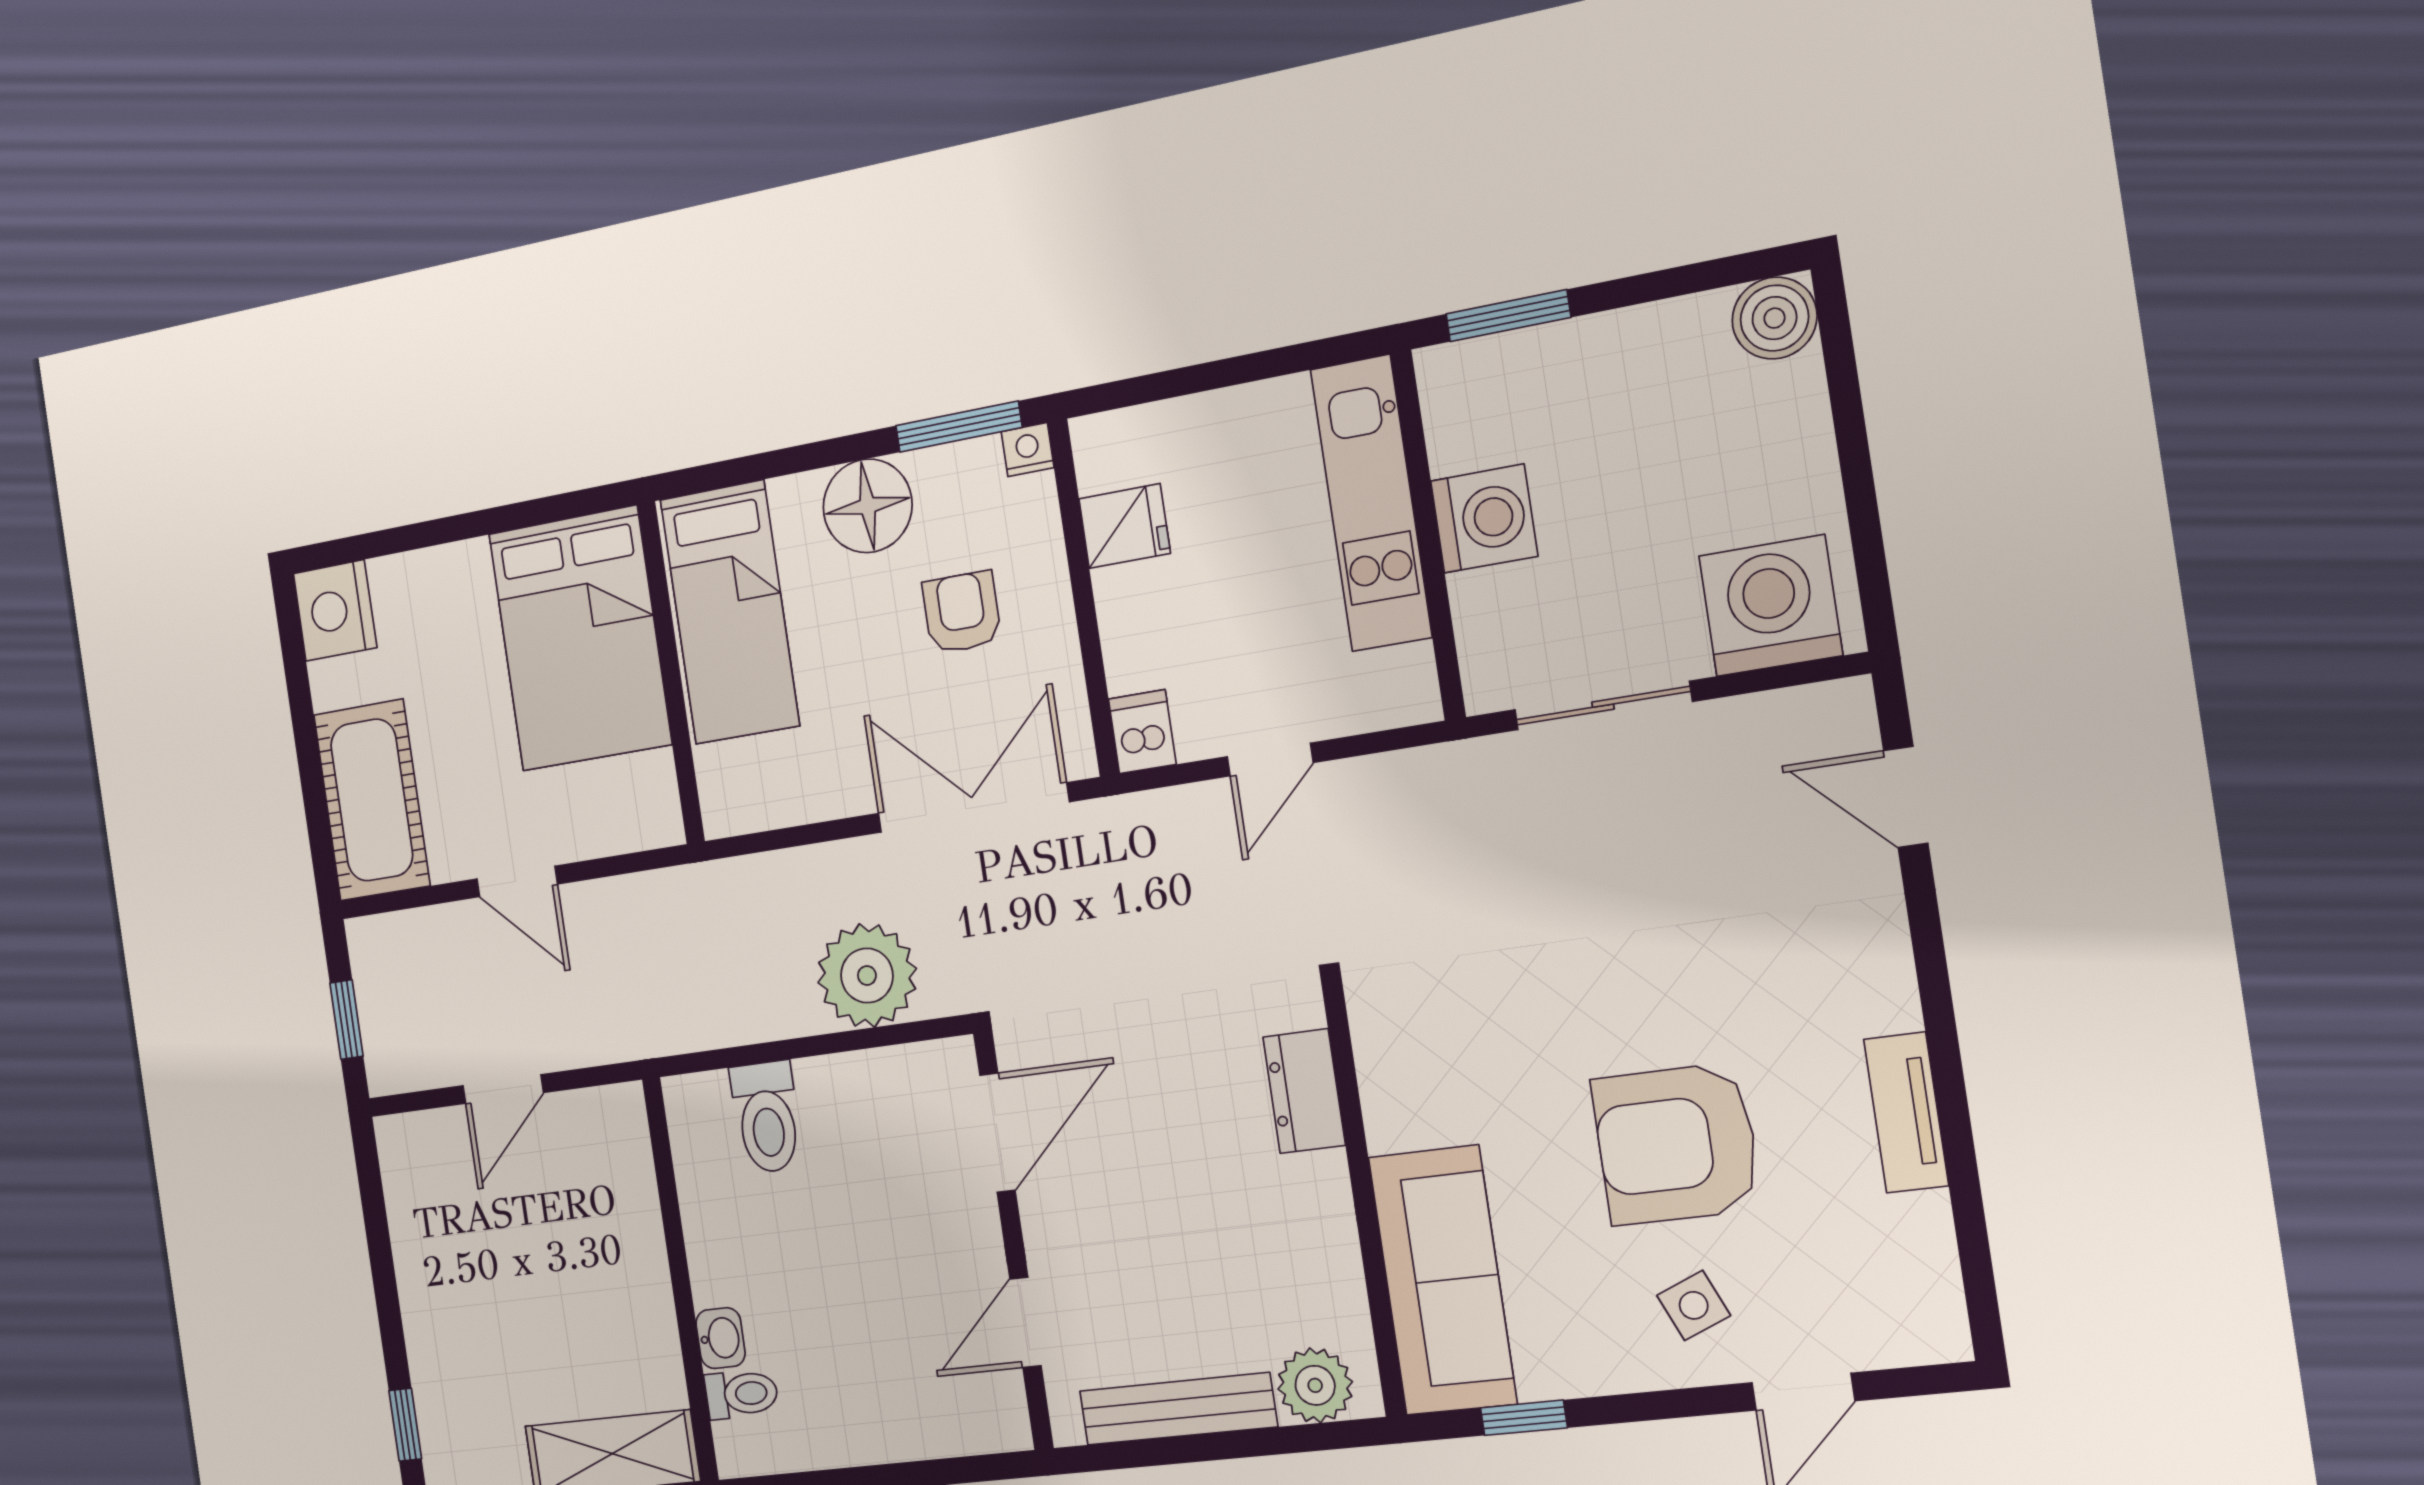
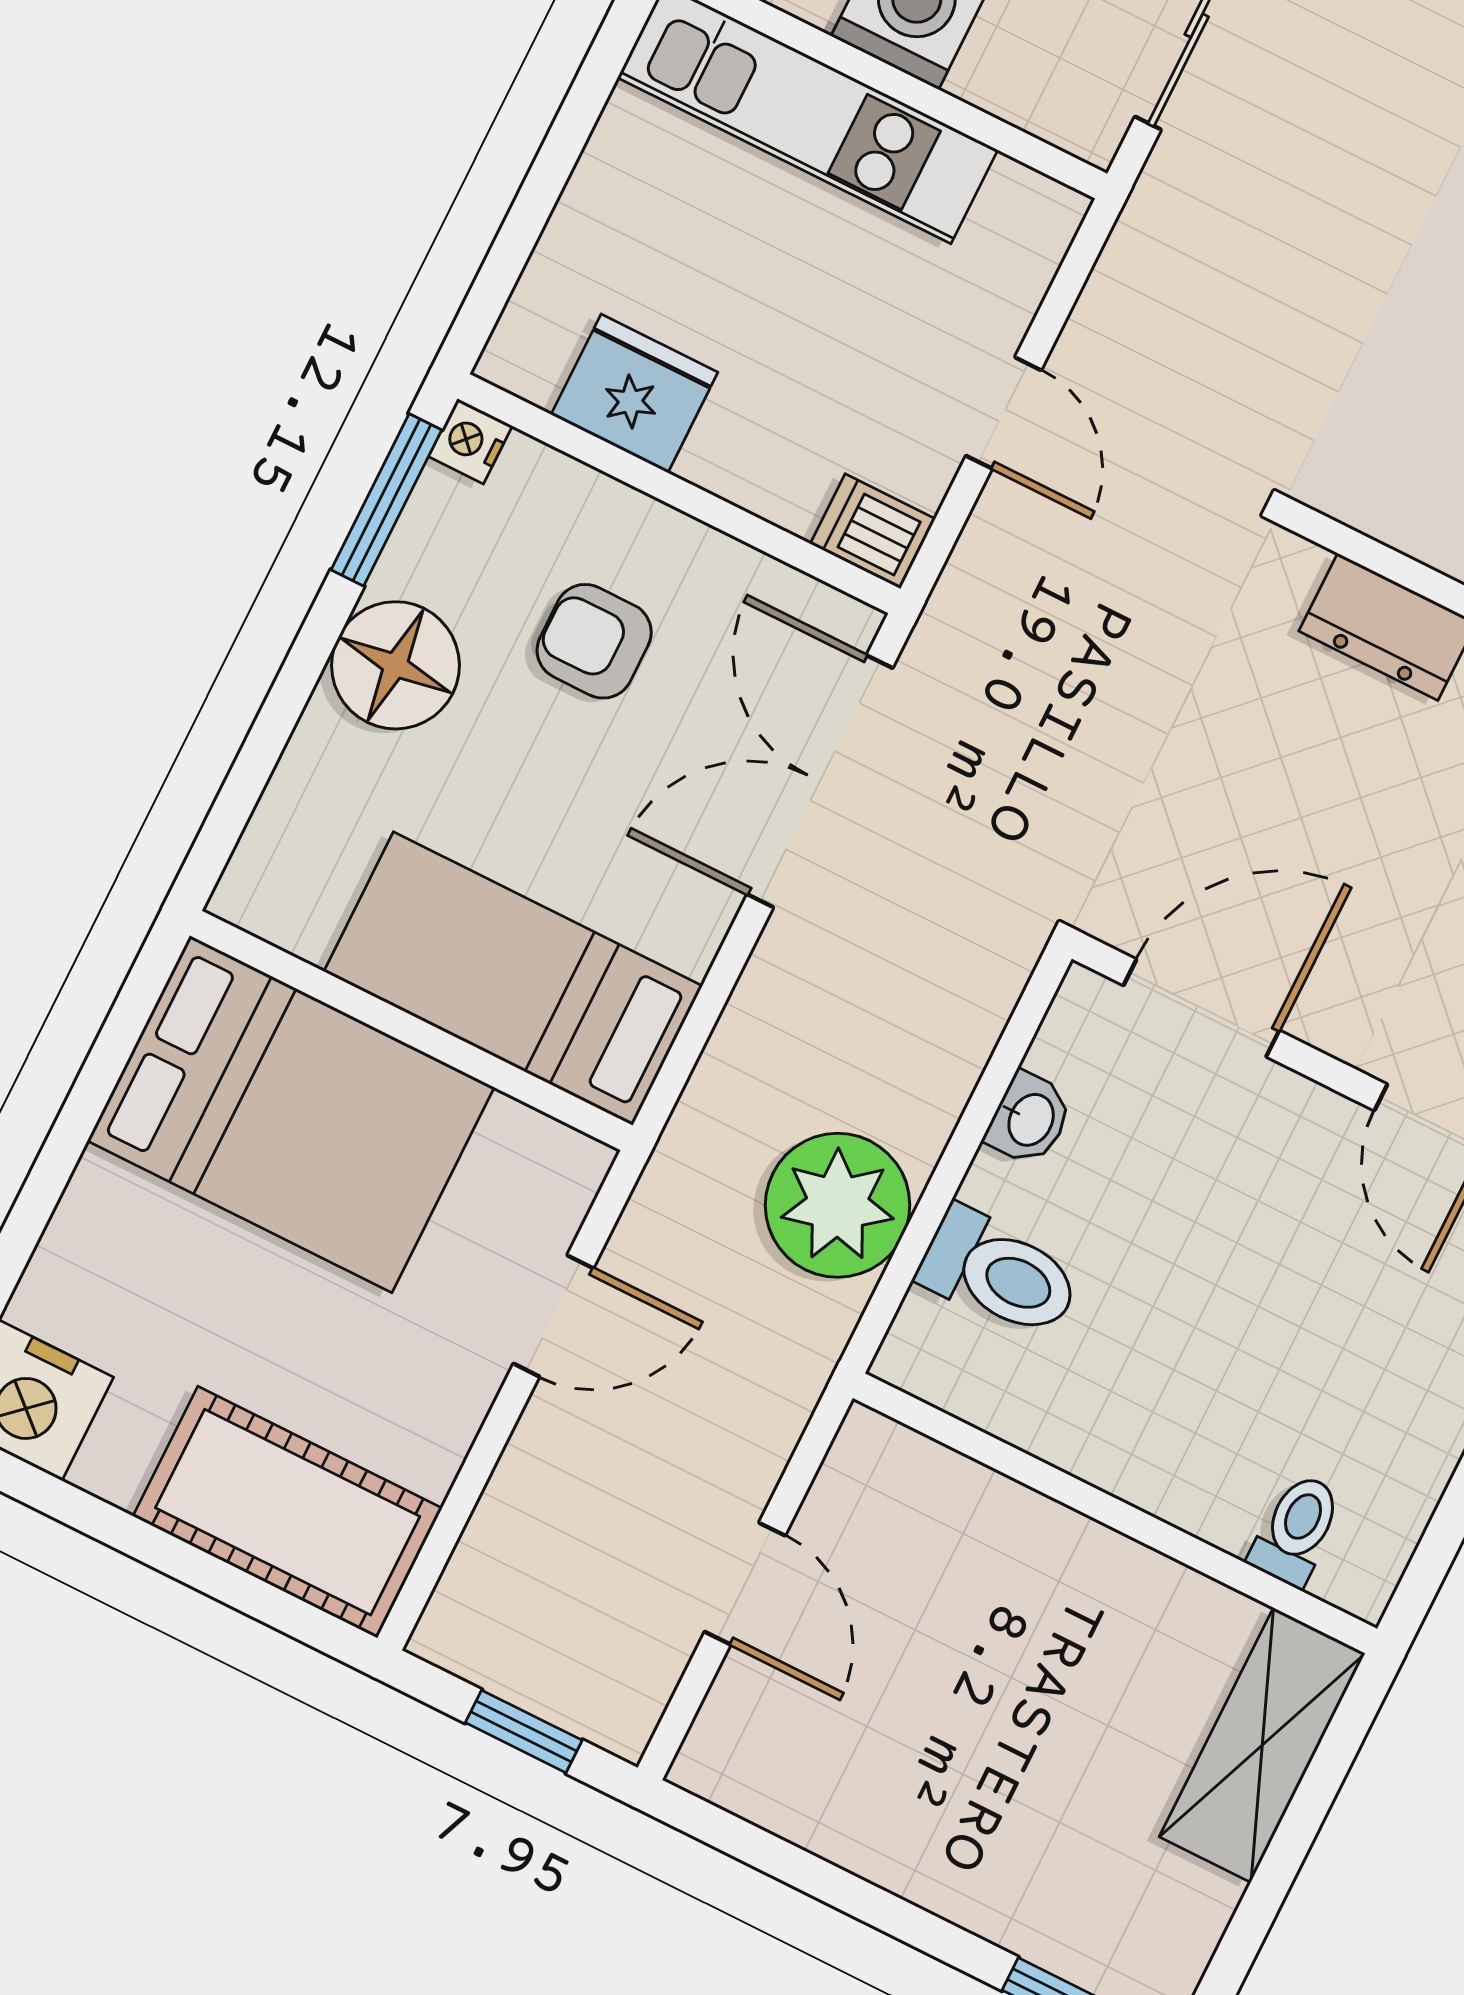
fridge: (1125, 526) -> (634, 393), width x1.38
bed: (730, 612) -> (513, 978), moved, turned 180
door: (517, 881) -> (553, 1316), moved
plant: (867, 976) -> (838, 1205), moved
door: (997, 1133) -> (1201, 1008), hinge flipped
washbasin: (721, 1338) -> (1029, 1119), moved, turned 90

